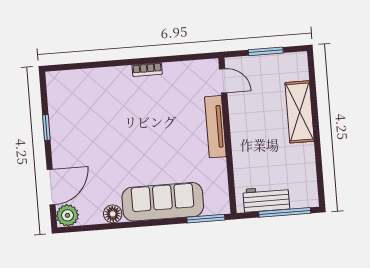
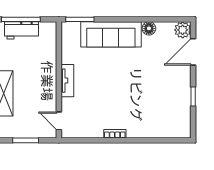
tv unit: (215, 127) -> (67, 81), width x0.71
workbench: (266, 199) -> (21, 30), moved

